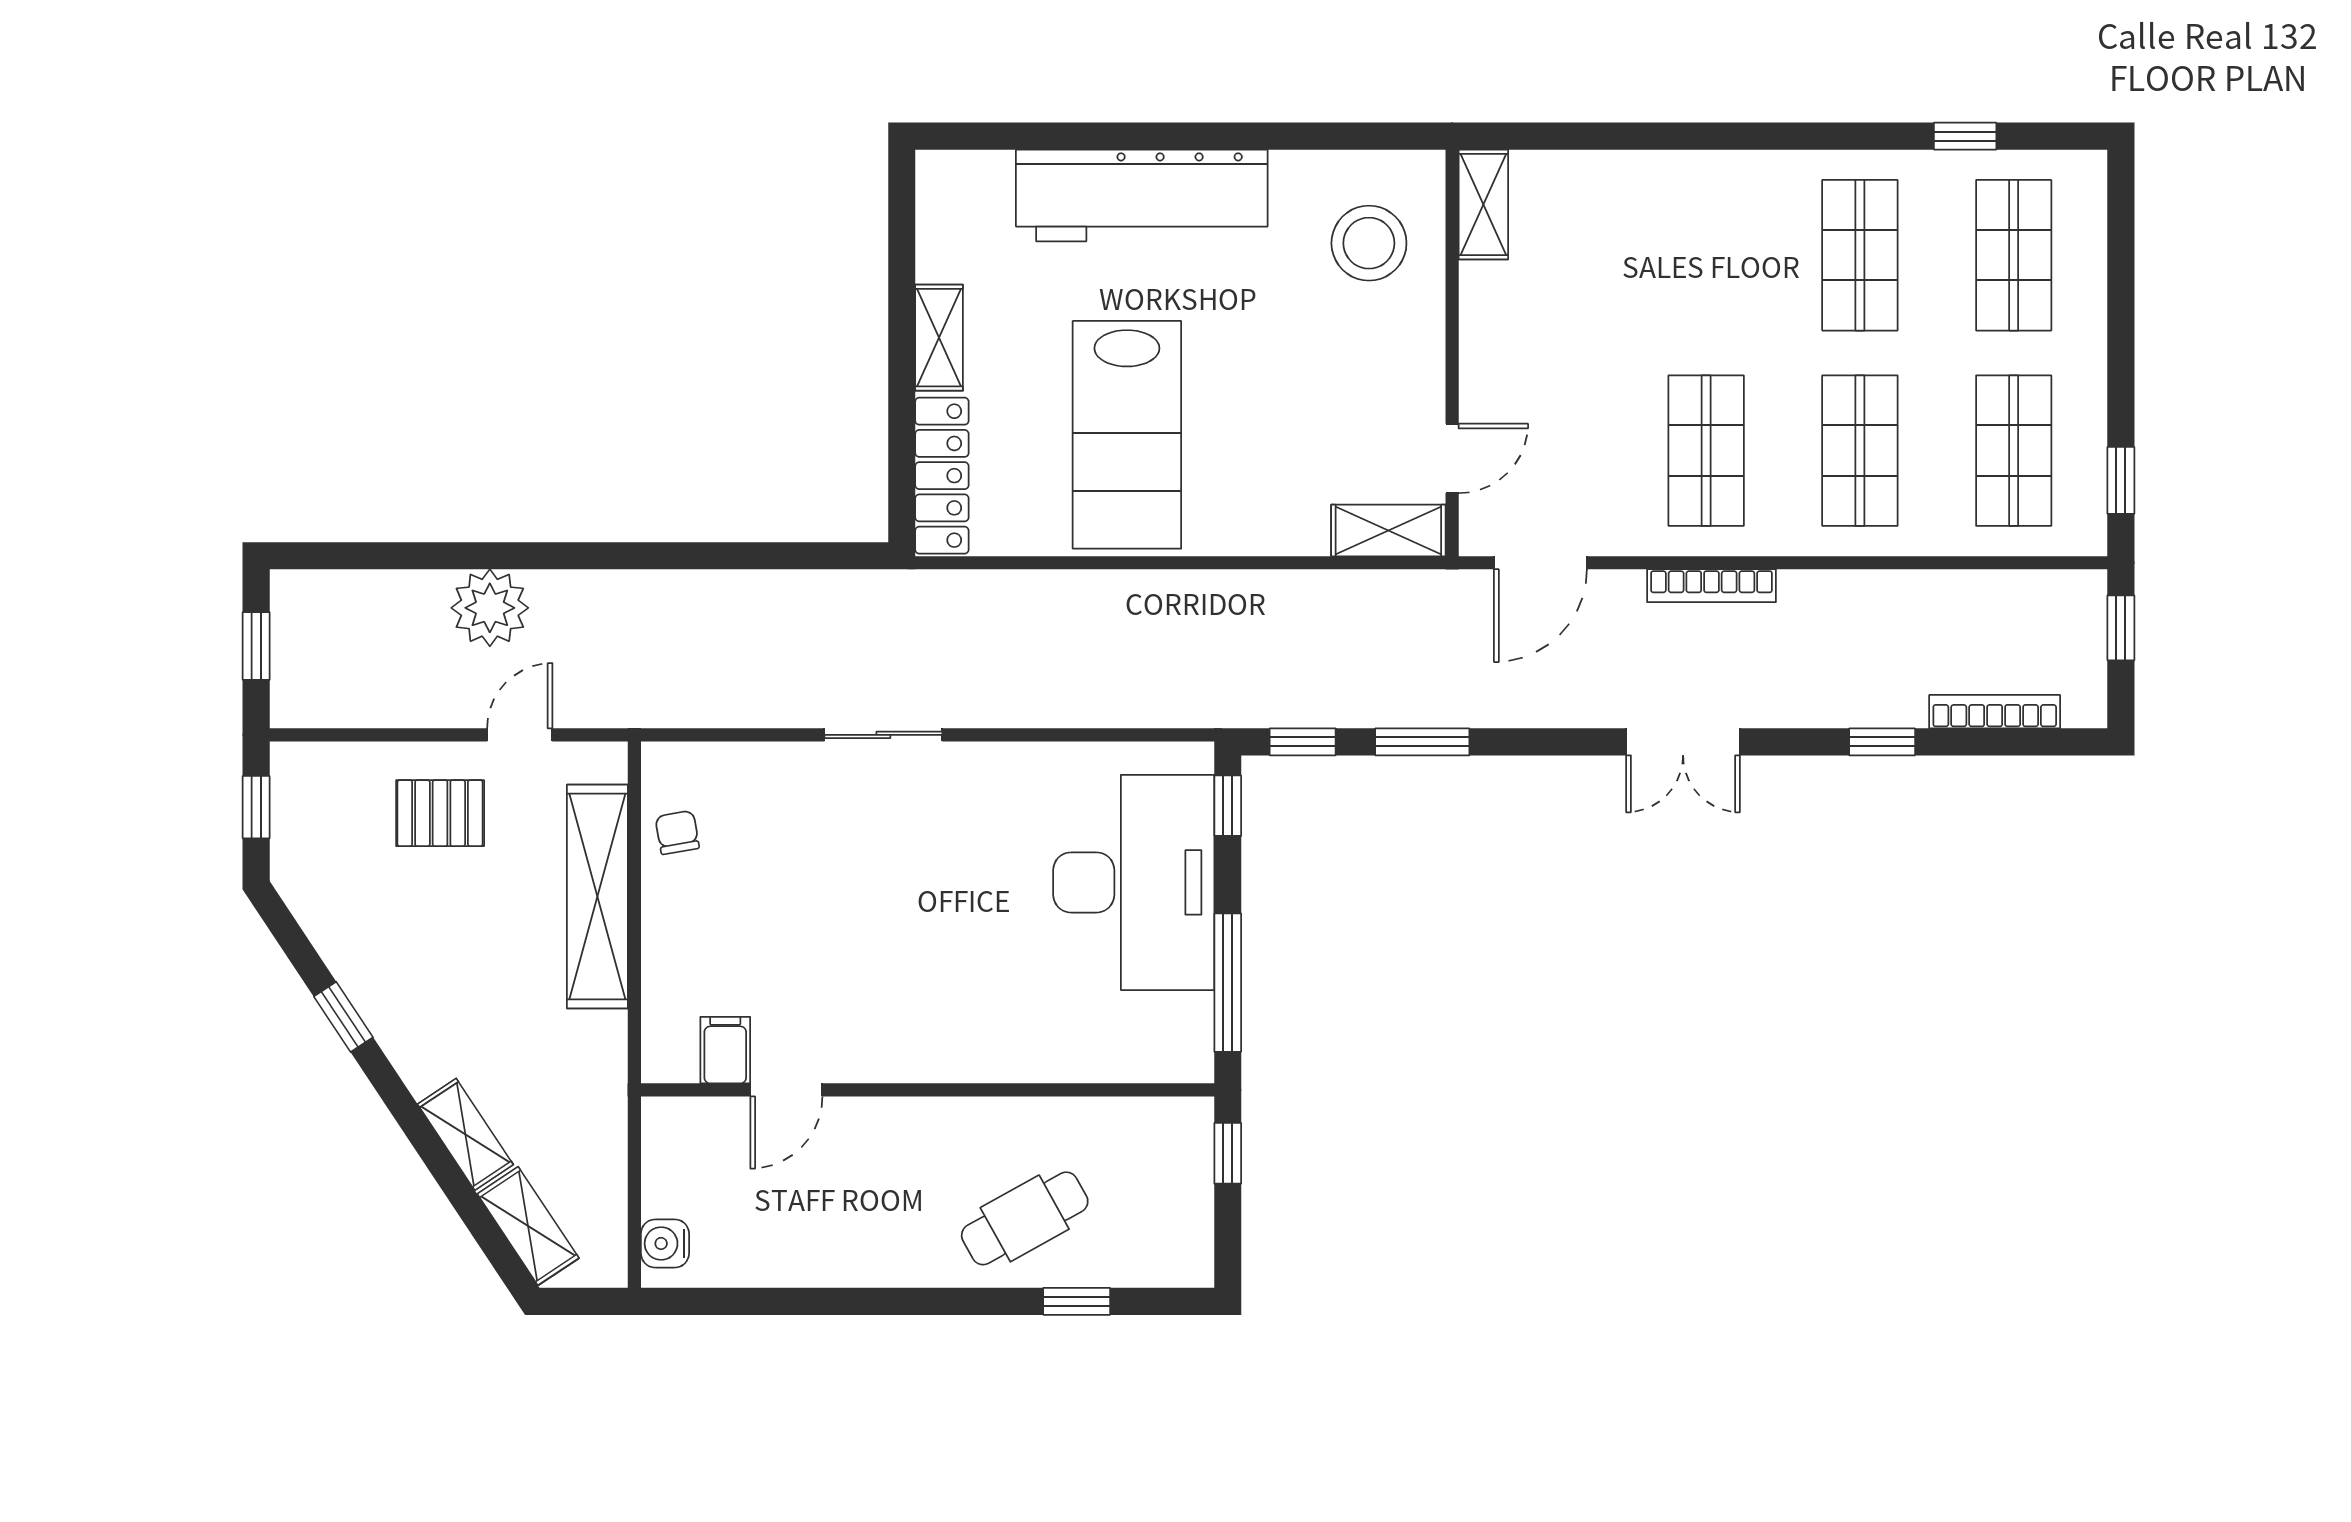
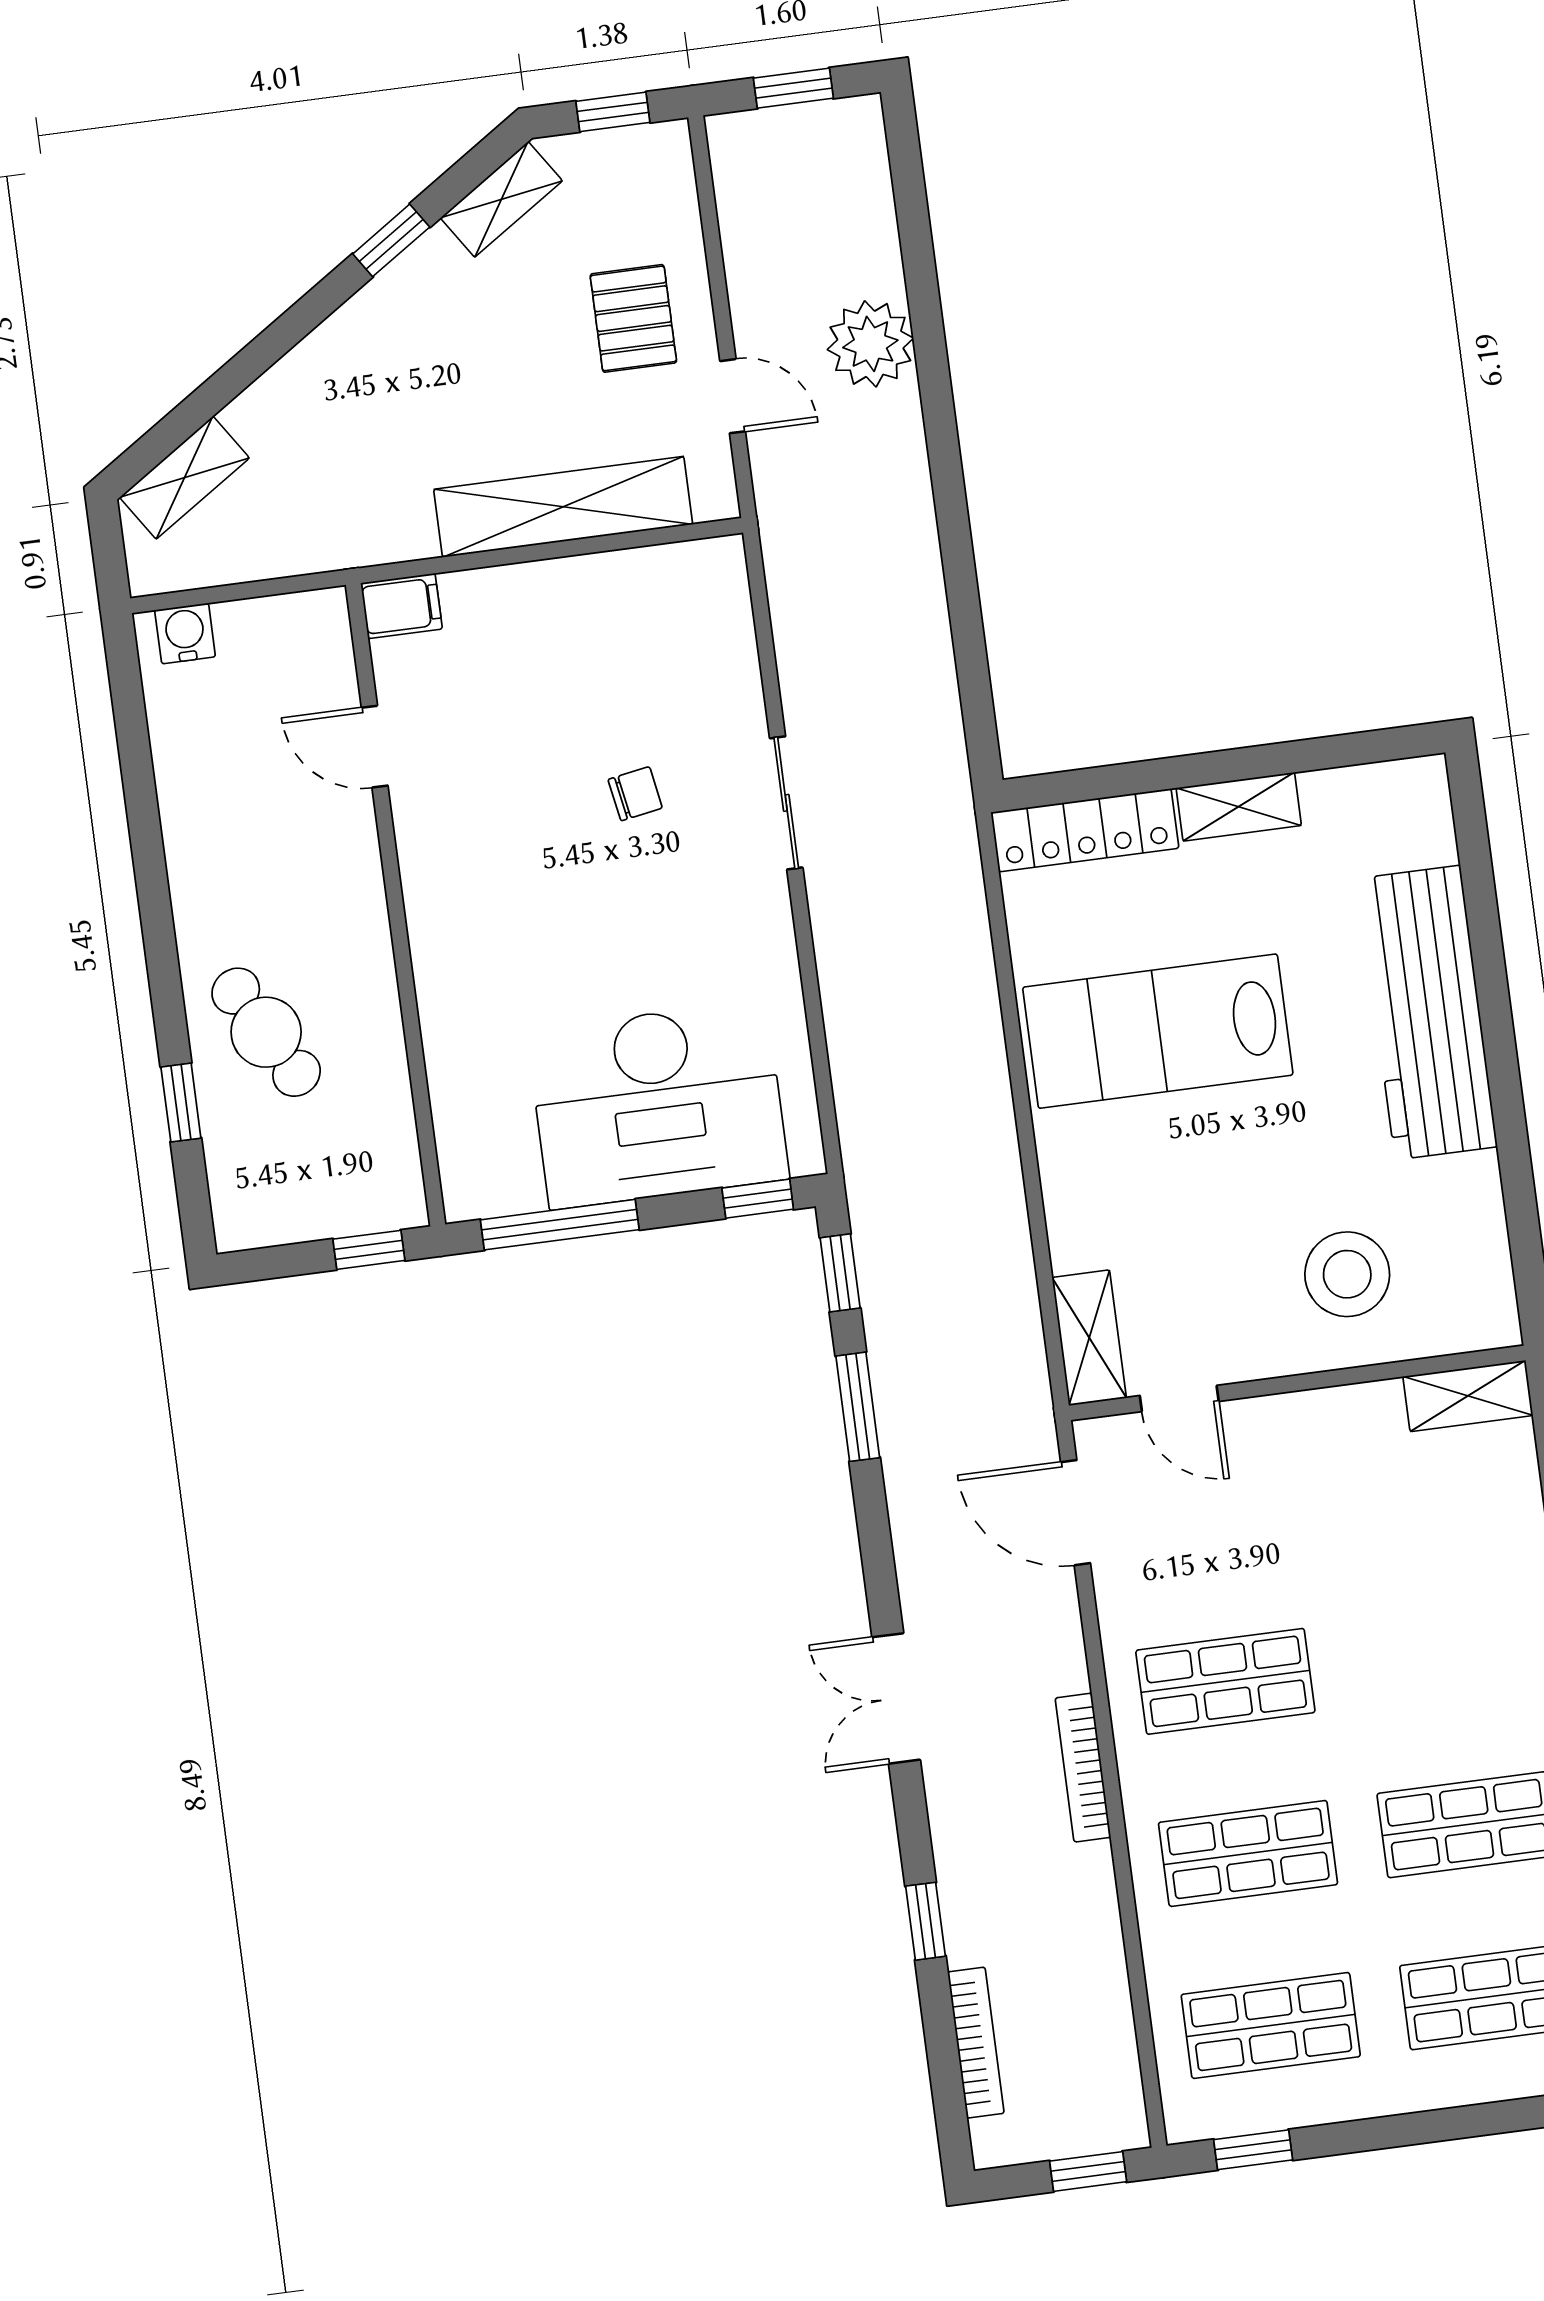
stool: (1369, 243) -> (1347, 1274), moved
bookcase: (1711, 586) -> (1083, 1768), moved
chair: (677, 832) -> (635, 794), moved
filing cabinet: (725, 1050) -> (401, 606), moved
shelving: (465, 1134) -> (501, 199), moved

